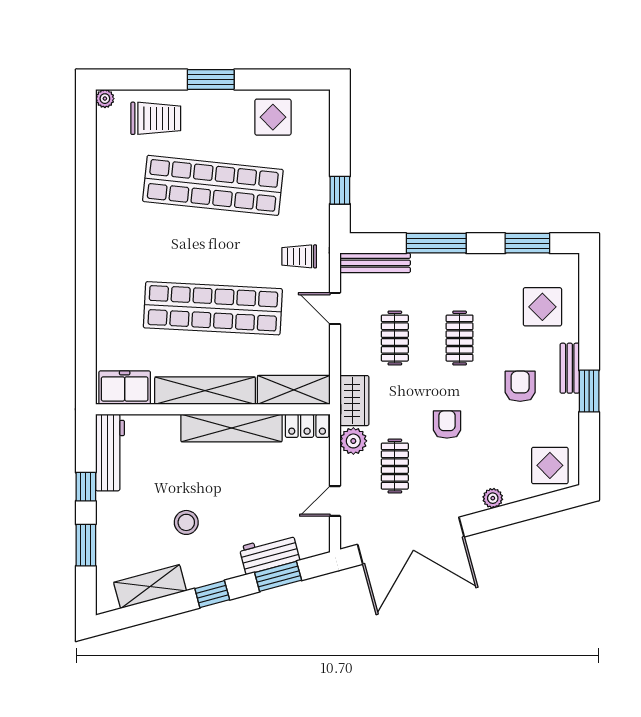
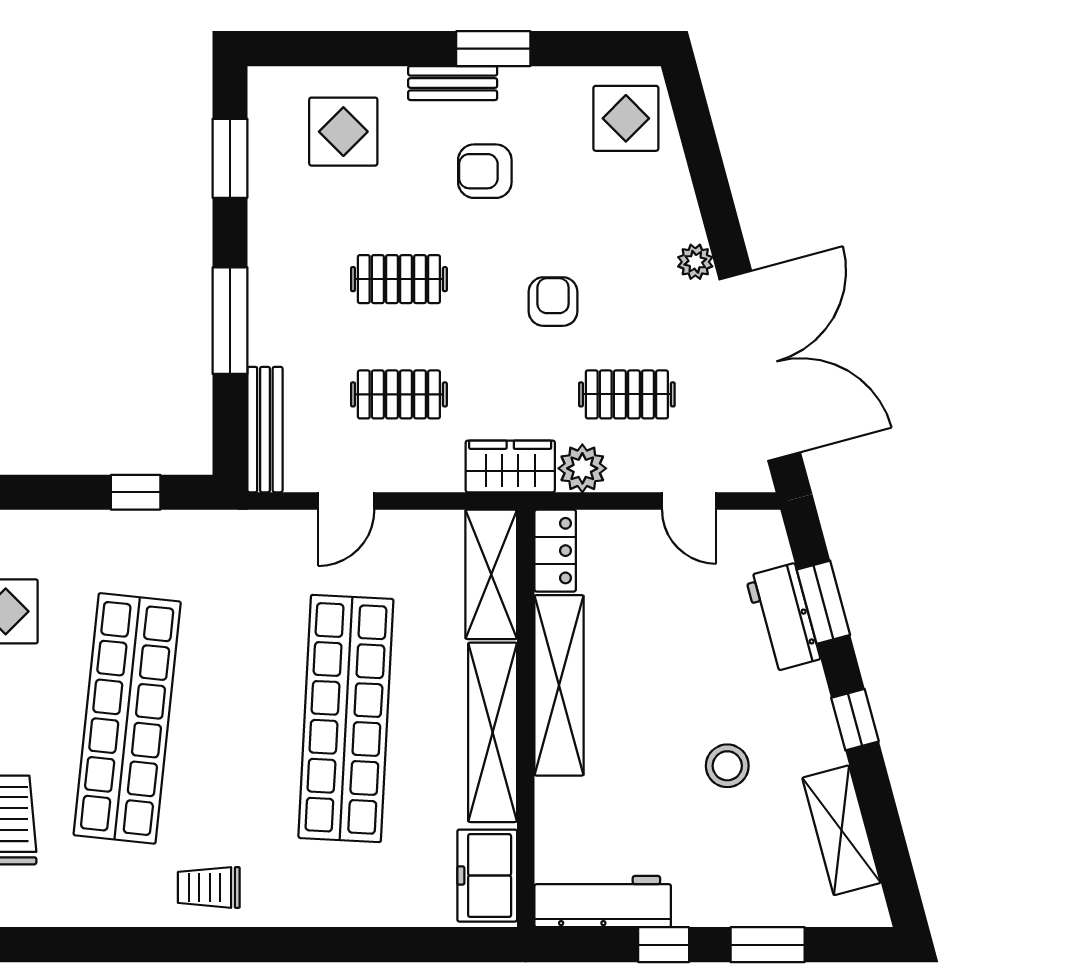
trolley: (299, 256) -> (209, 887), moved, turned 90
armchair: (447, 425) -> (553, 302), turned 90
plant: (493, 498) -> (695, 262), moved

